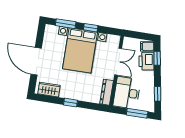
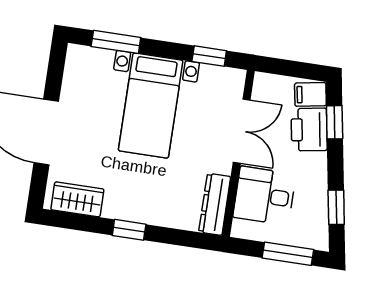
window: (91, 28) -> (209, 56), moved
bed with nightstands: (80, 50) -> (151, 105), width x0.73
desk: (127, 93) -> (264, 196), width x0.73

